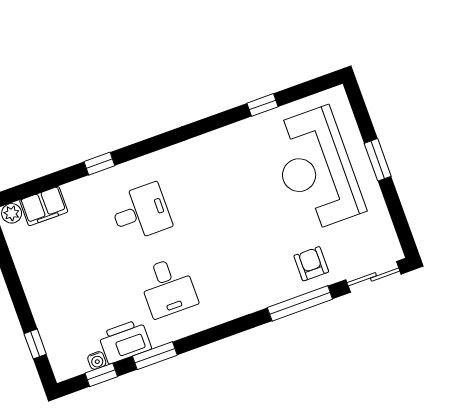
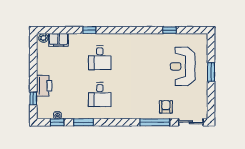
reception desk: (316, 169) -> (183, 66), width x0.74, depth x0.77
desk: (141, 212) -> (100, 58), turned 90
printer: (125, 341) -> (44, 86), moved, turned 90

